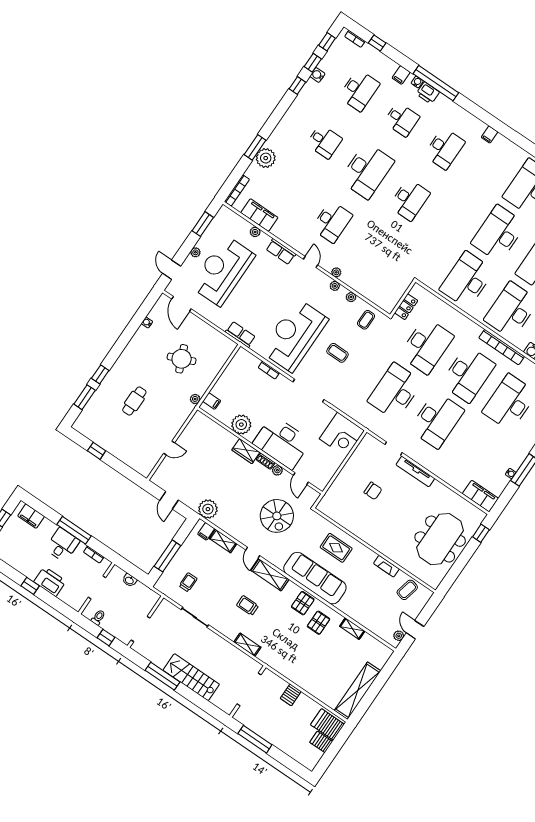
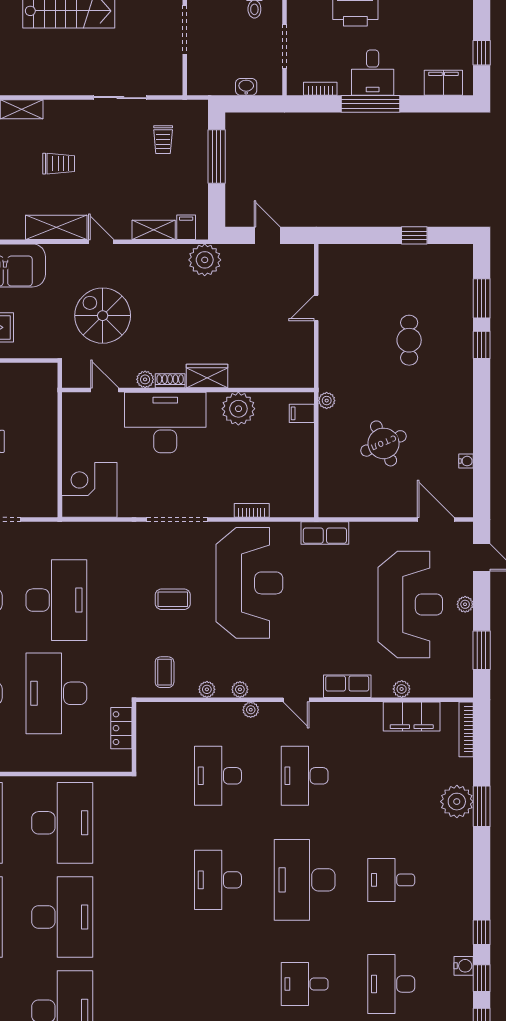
desk: (444, 148) -> (218, 776), moved

